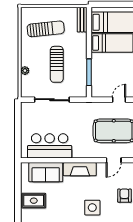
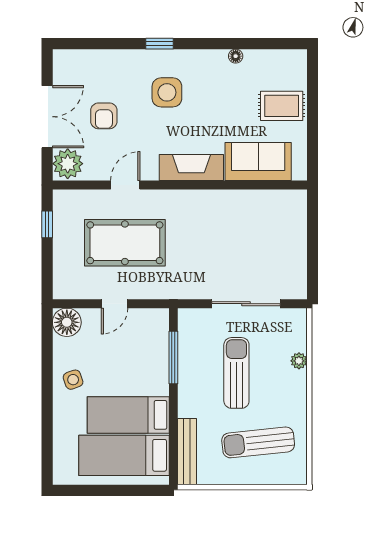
bench: (82, 20) -> (187, 452), width x1.36
bar counter: (50, 146) -> (250, 213), removed

